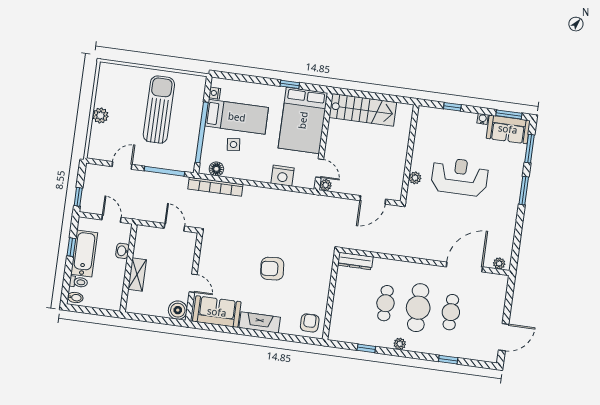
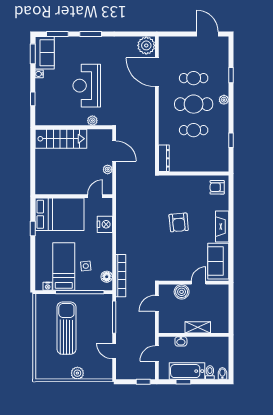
sun lounger: (159, 110) -> (66, 328), turned 90
stairs: (363, 110) -> (61, 139), moved, turned 90
plant: (326, 185) -> (108, 169), moved
plant: (499, 263) -> (146, 45), width x1.88, depth x1.88
boiler: (178, 310) -> (182, 292), moved
plant: (400, 344) -> (224, 100), moved

